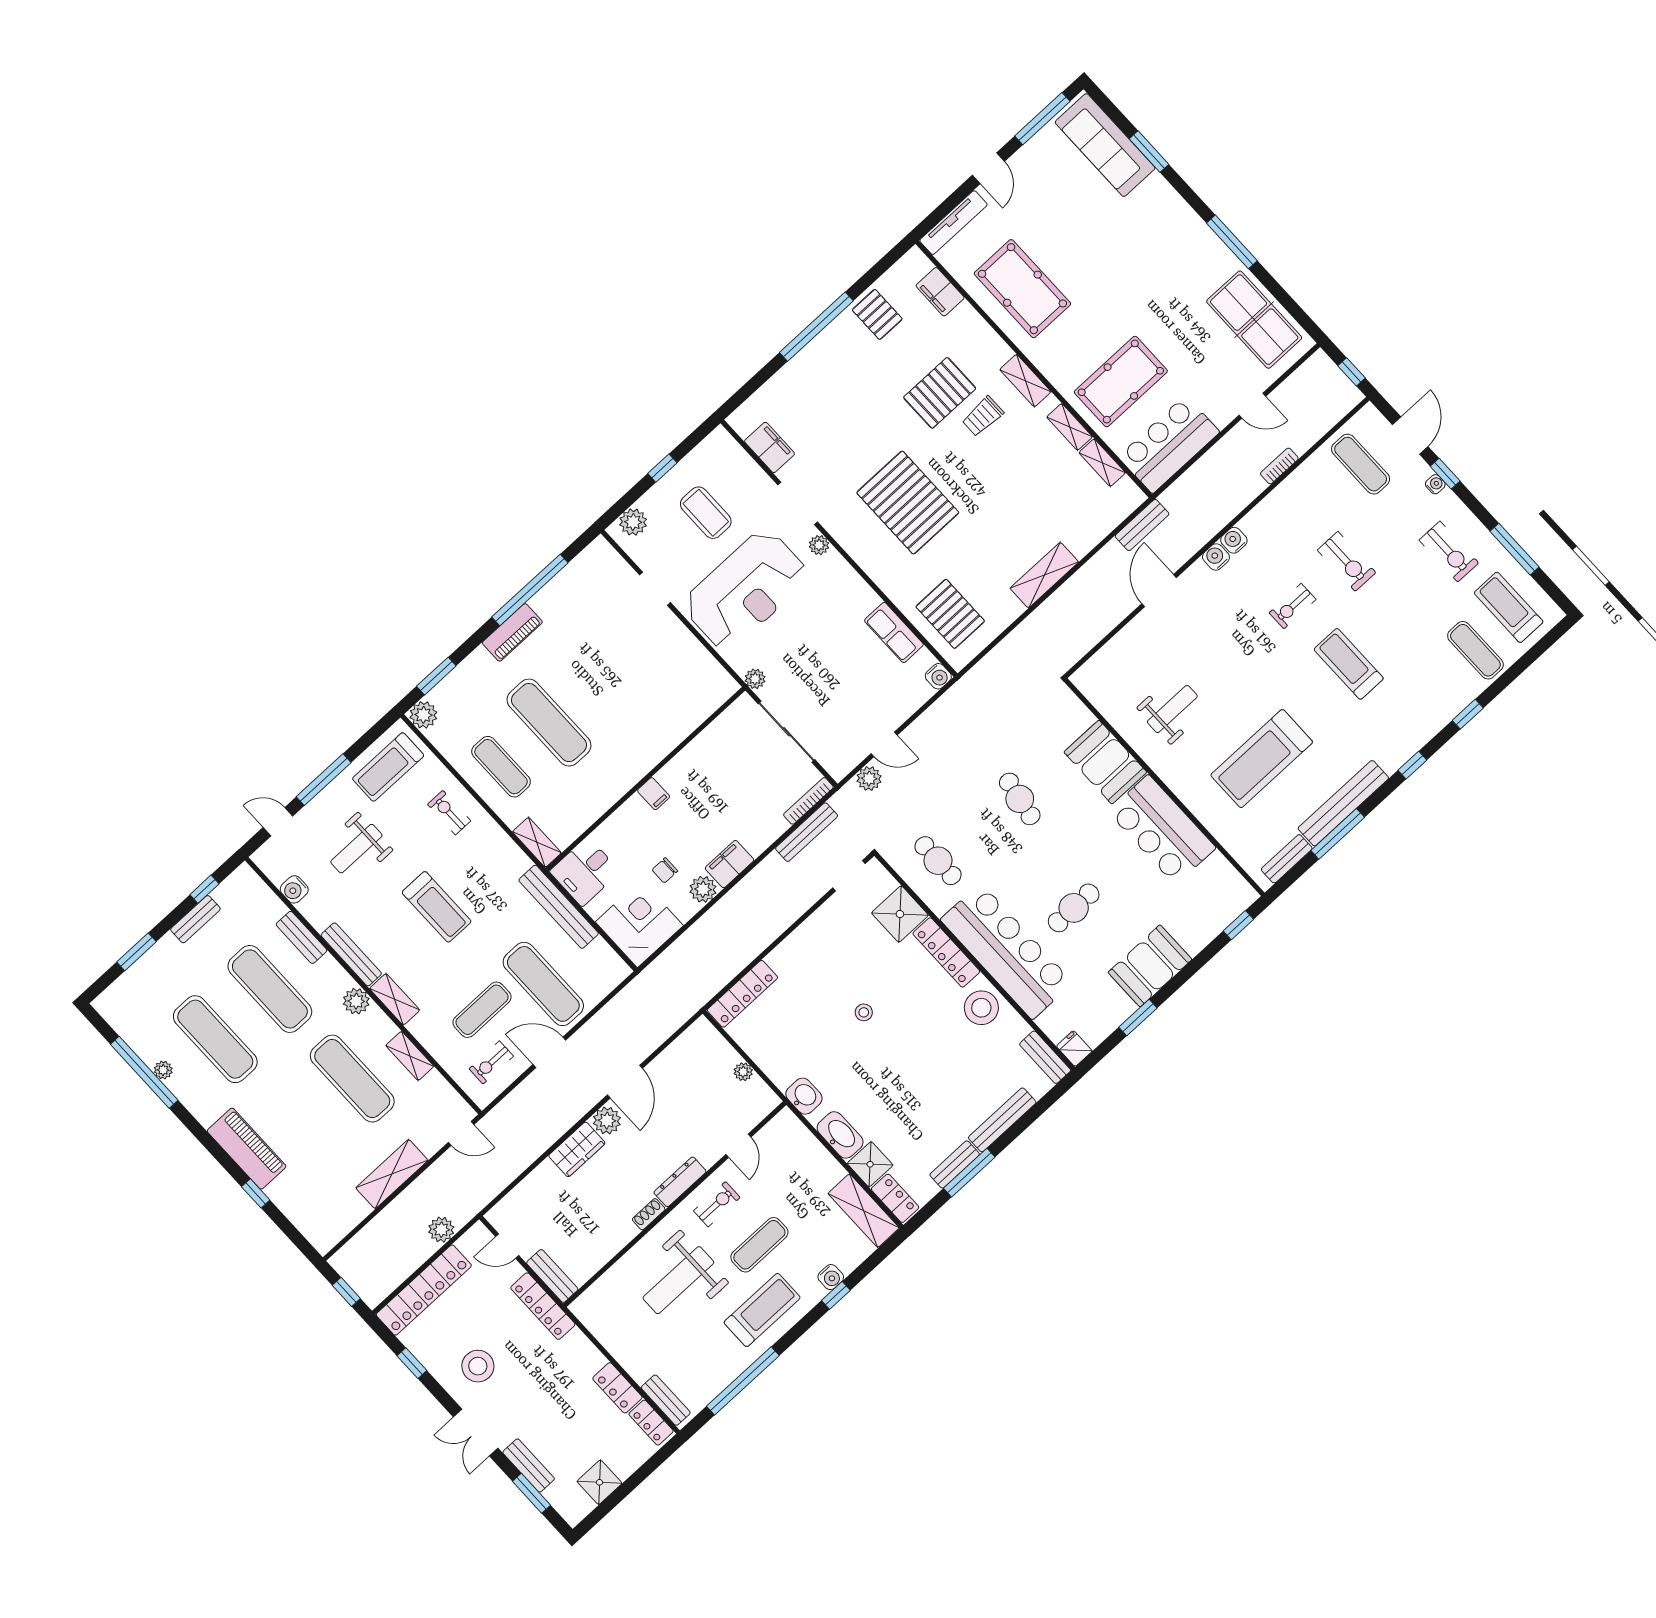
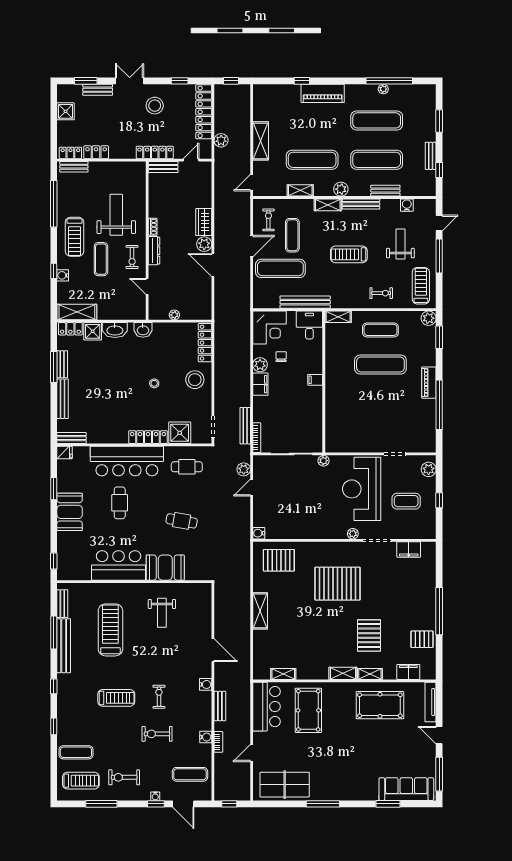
trolley: (983, 416) -> (344, 644), removed
shelving: (1070, 427) -> (370, 674), moved
bench: (1142, 525) -> (220, 706), moved
water cooler: (1234, 540) -> (206, 737), moved
row of seats: (894, 632) -> (292, 532), removed
stool: (981, 1008) -> (195, 380), moved

